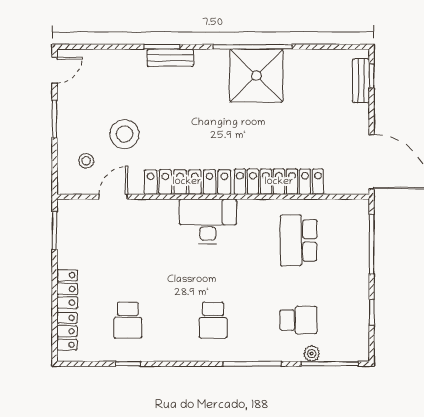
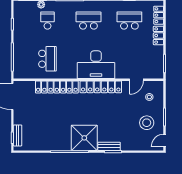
shower: (256, 76) -> (84, 138), moved
stool: (125, 134) -> (147, 123), moved
desk: (208, 221) -> (96, 65), width x1.36, depth x1.30
school desk: (128, 320) -> (129, 21), width x1.85
school desk: (213, 320) -> (88, 21), width x1.85
school desk: (298, 320) -> (47, 21), turned 90

